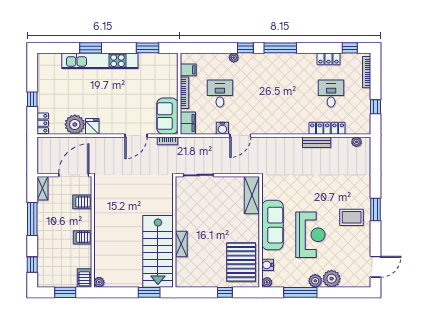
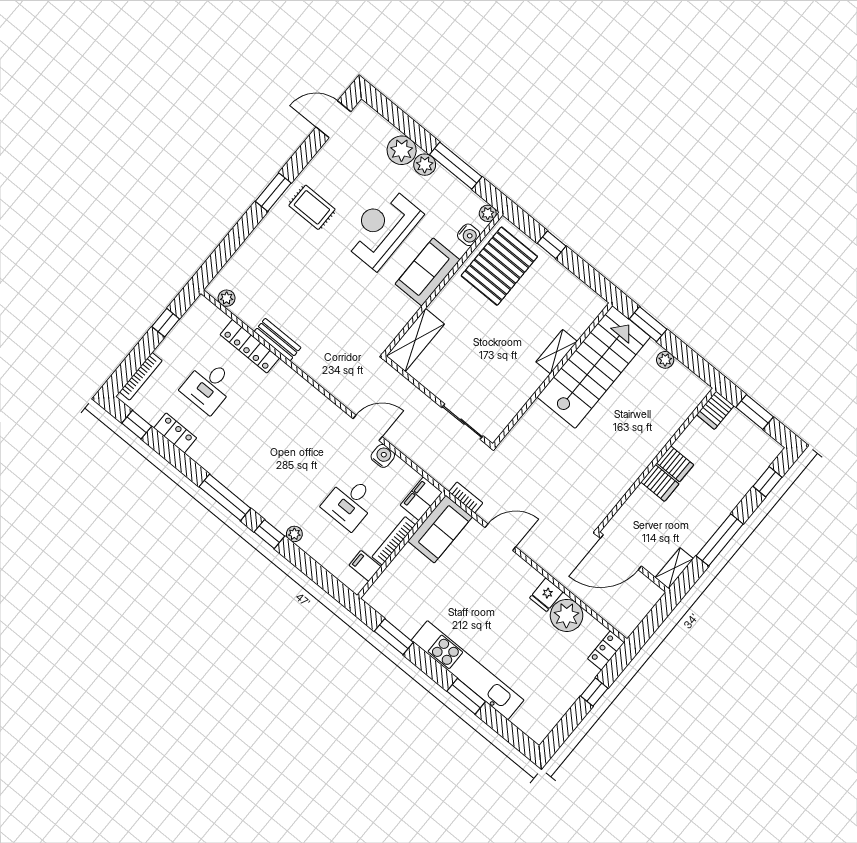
server rack: (82, 202) -> (660, 483), moved
sofa: (272, 225) -> (428, 272), width x0.73
plant: (99, 282) -> (665, 360), moved

